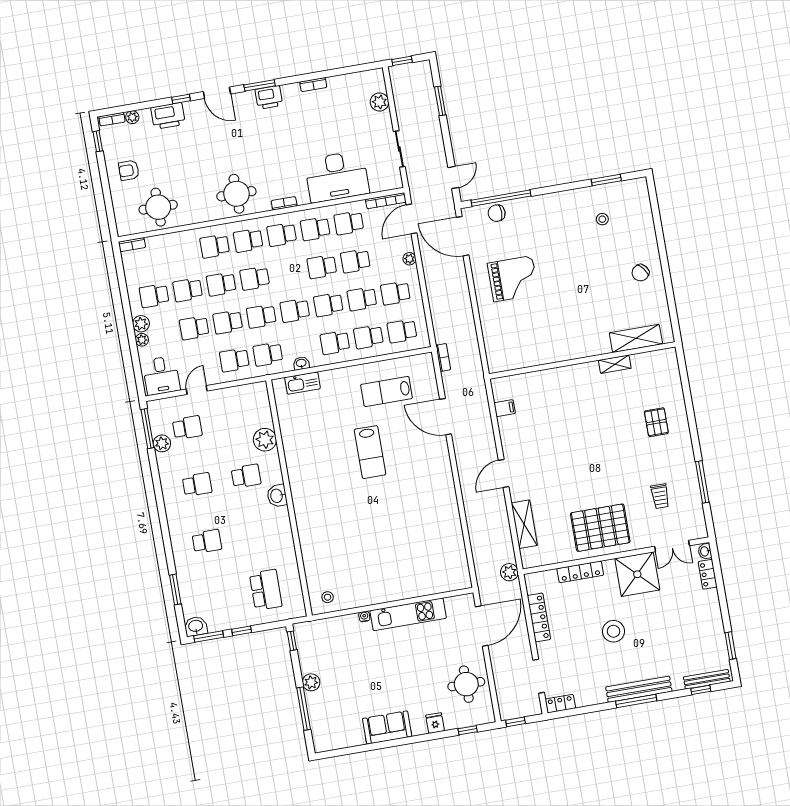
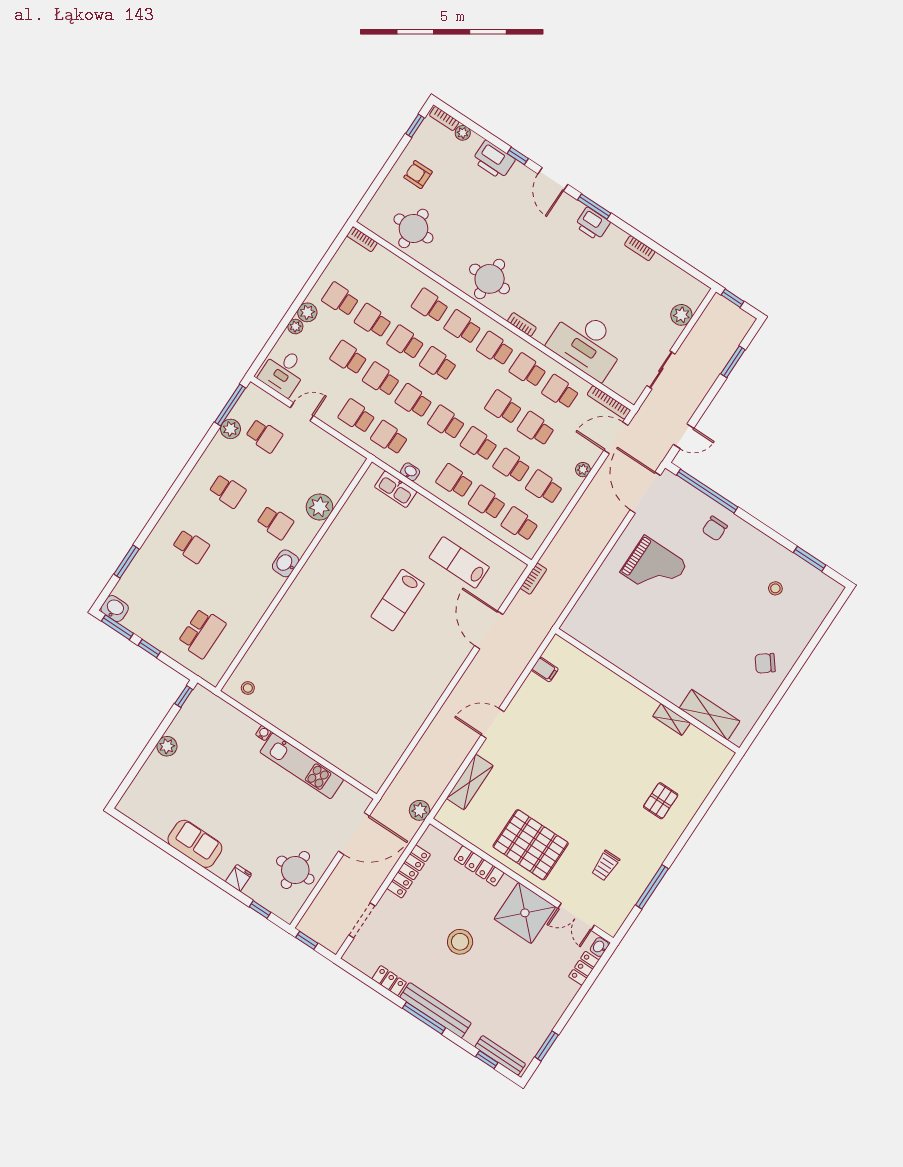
chair: (497, 213) -> (715, 529), moved, turned -90
locker: (560, 704) -> (389, 981), moved
window: (304, 709) -> (140, 762), removed

